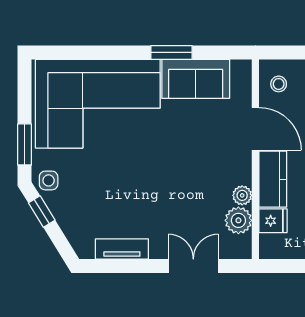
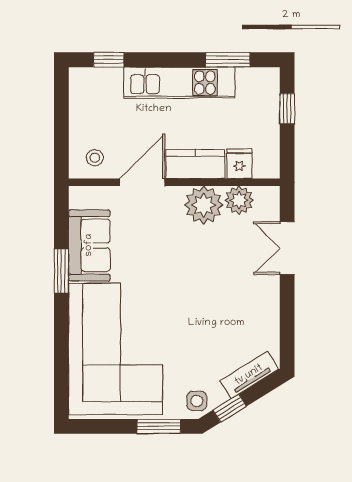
plant: (242, 195) -> (204, 205), width x1.88, depth x1.88
tv unit: (122, 249) -> (249, 375), moved, turned 58

